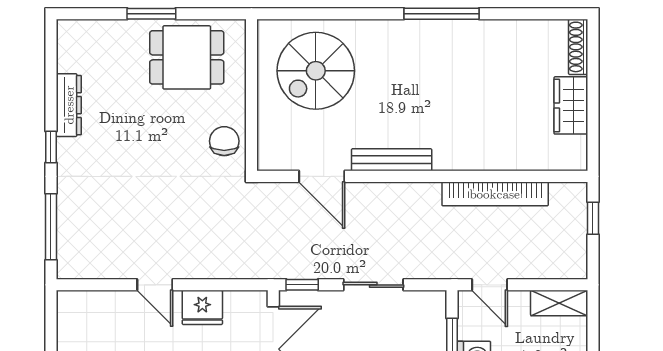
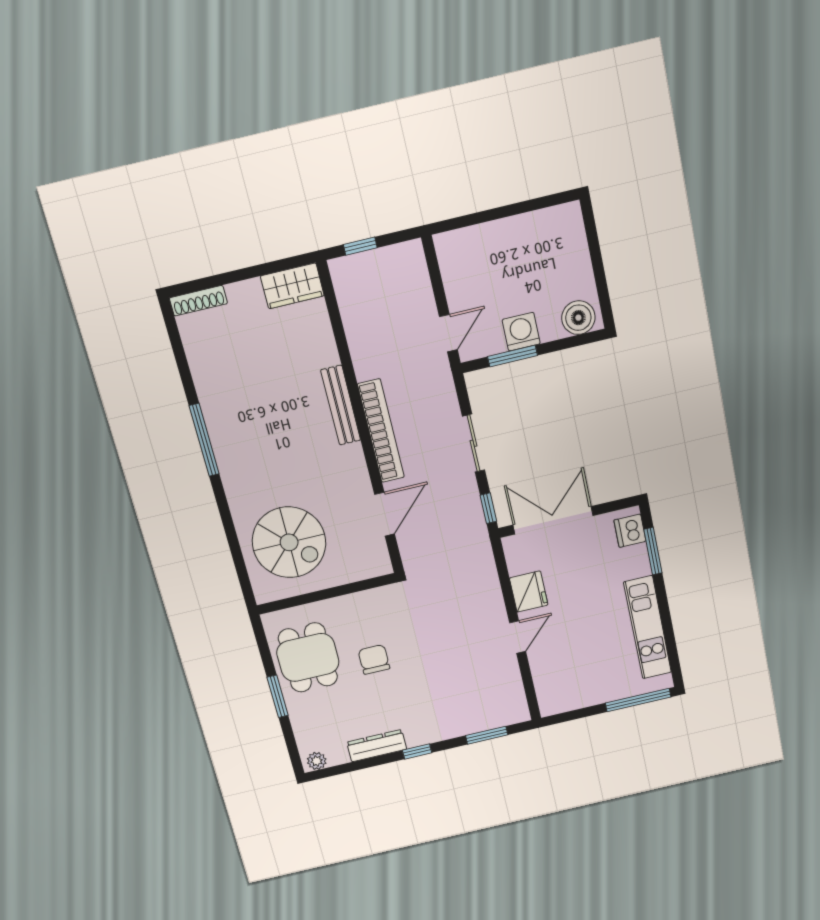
plant: (67, 36) -> (317, 761), added
wardrobe: (571, 105) -> (292, 286), moved
chair: (224, 141) -> (374, 659), moved, turned 90
bench: (392, 160) -> (341, 405), moved
bookcase: (495, 194) -> (381, 431), moved
window: (51, 227) -> (487, 735), width x0.69
shelving: (559, 303) -> (450, 260), removed

